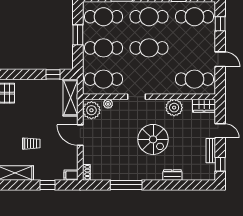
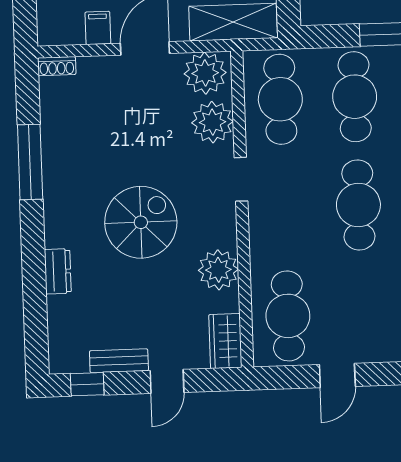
plant: (108, 104) -> (212, 122), width x1.88, depth x1.88
spiral stairs: (153, 139) -> (141, 222), turned 180
filing cabinet: (71, 175) -> (98, 28), moved

